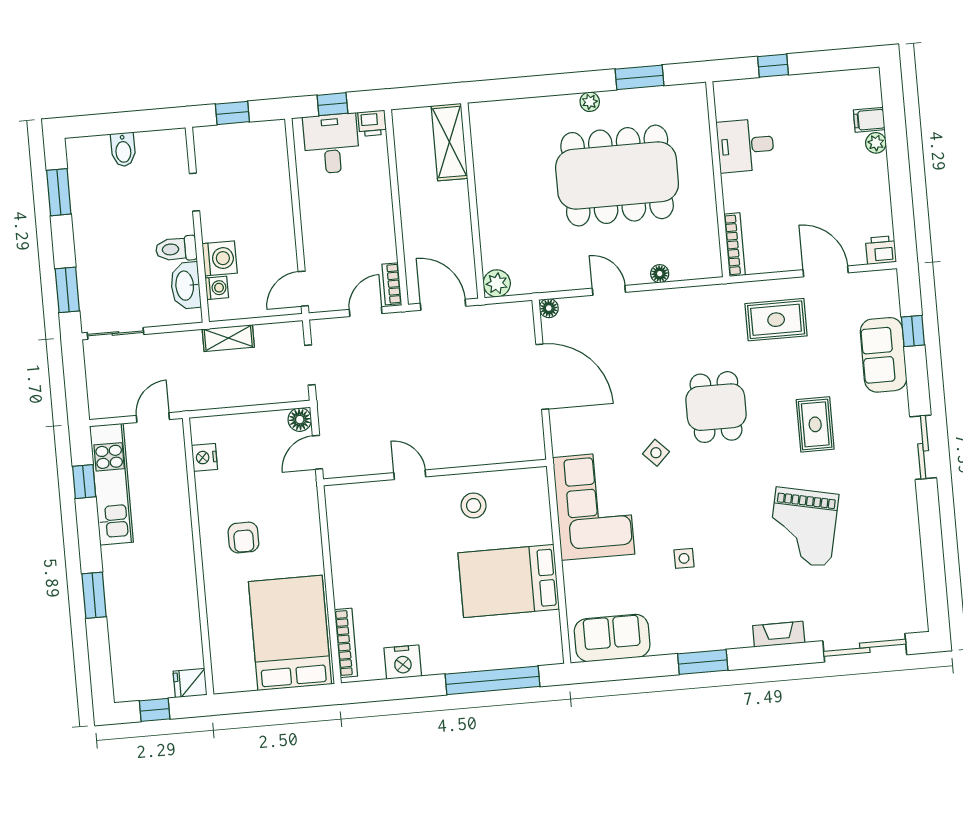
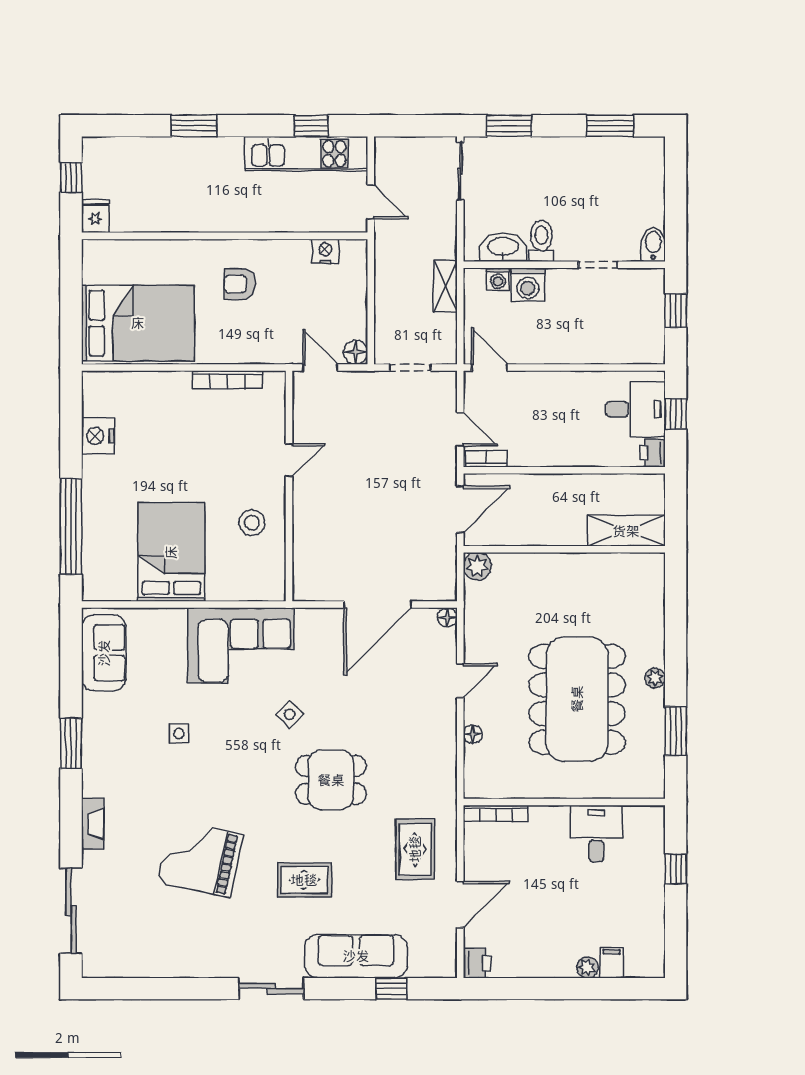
bidet: (123, 150) -> (653, 244), moved, turned 90
sofa: (883, 355) -> (356, 956), width x1.36
bookcase: (346, 643) -> (227, 380), moved

